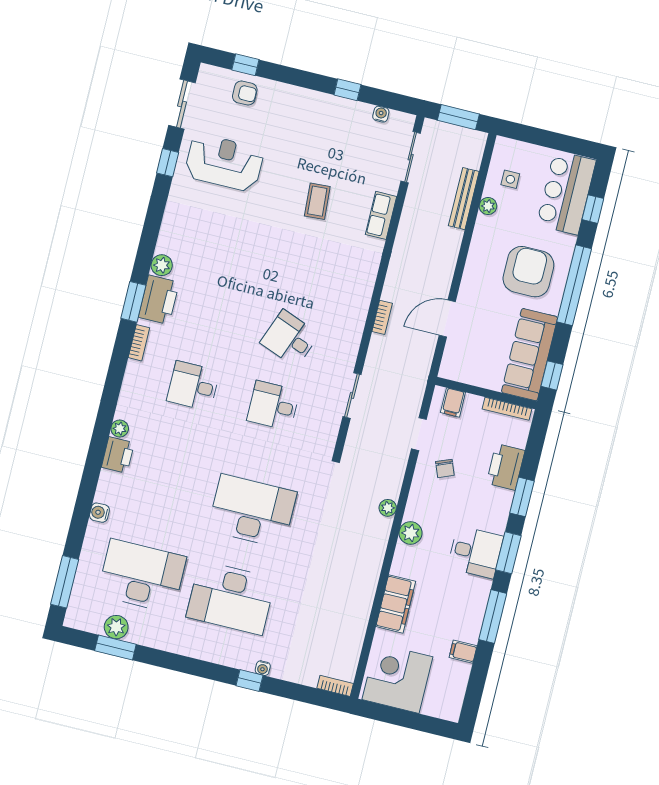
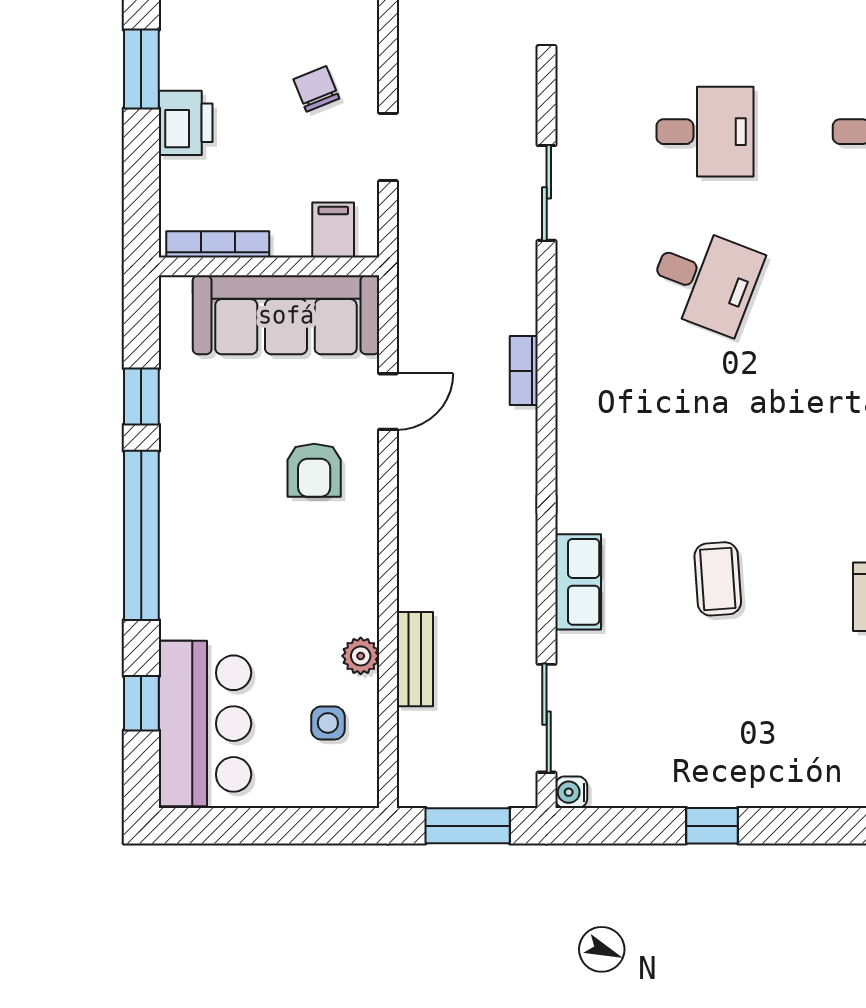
water cooler: (381, 114) -> (571, 792), moved, turned 90
bench: (464, 199) -> (415, 659), width x0.73
armchair: (528, 272) -> (314, 470), moved, width x0.53, depth x0.53
door: (447, 318) -> (388, 402), width x0.73
sofa: (529, 355) -> (286, 315), moved, turned 90
window: (552, 375) -> (141, 397), moved
printer: (506, 467) -> (186, 123), width x0.73, depth x0.84

